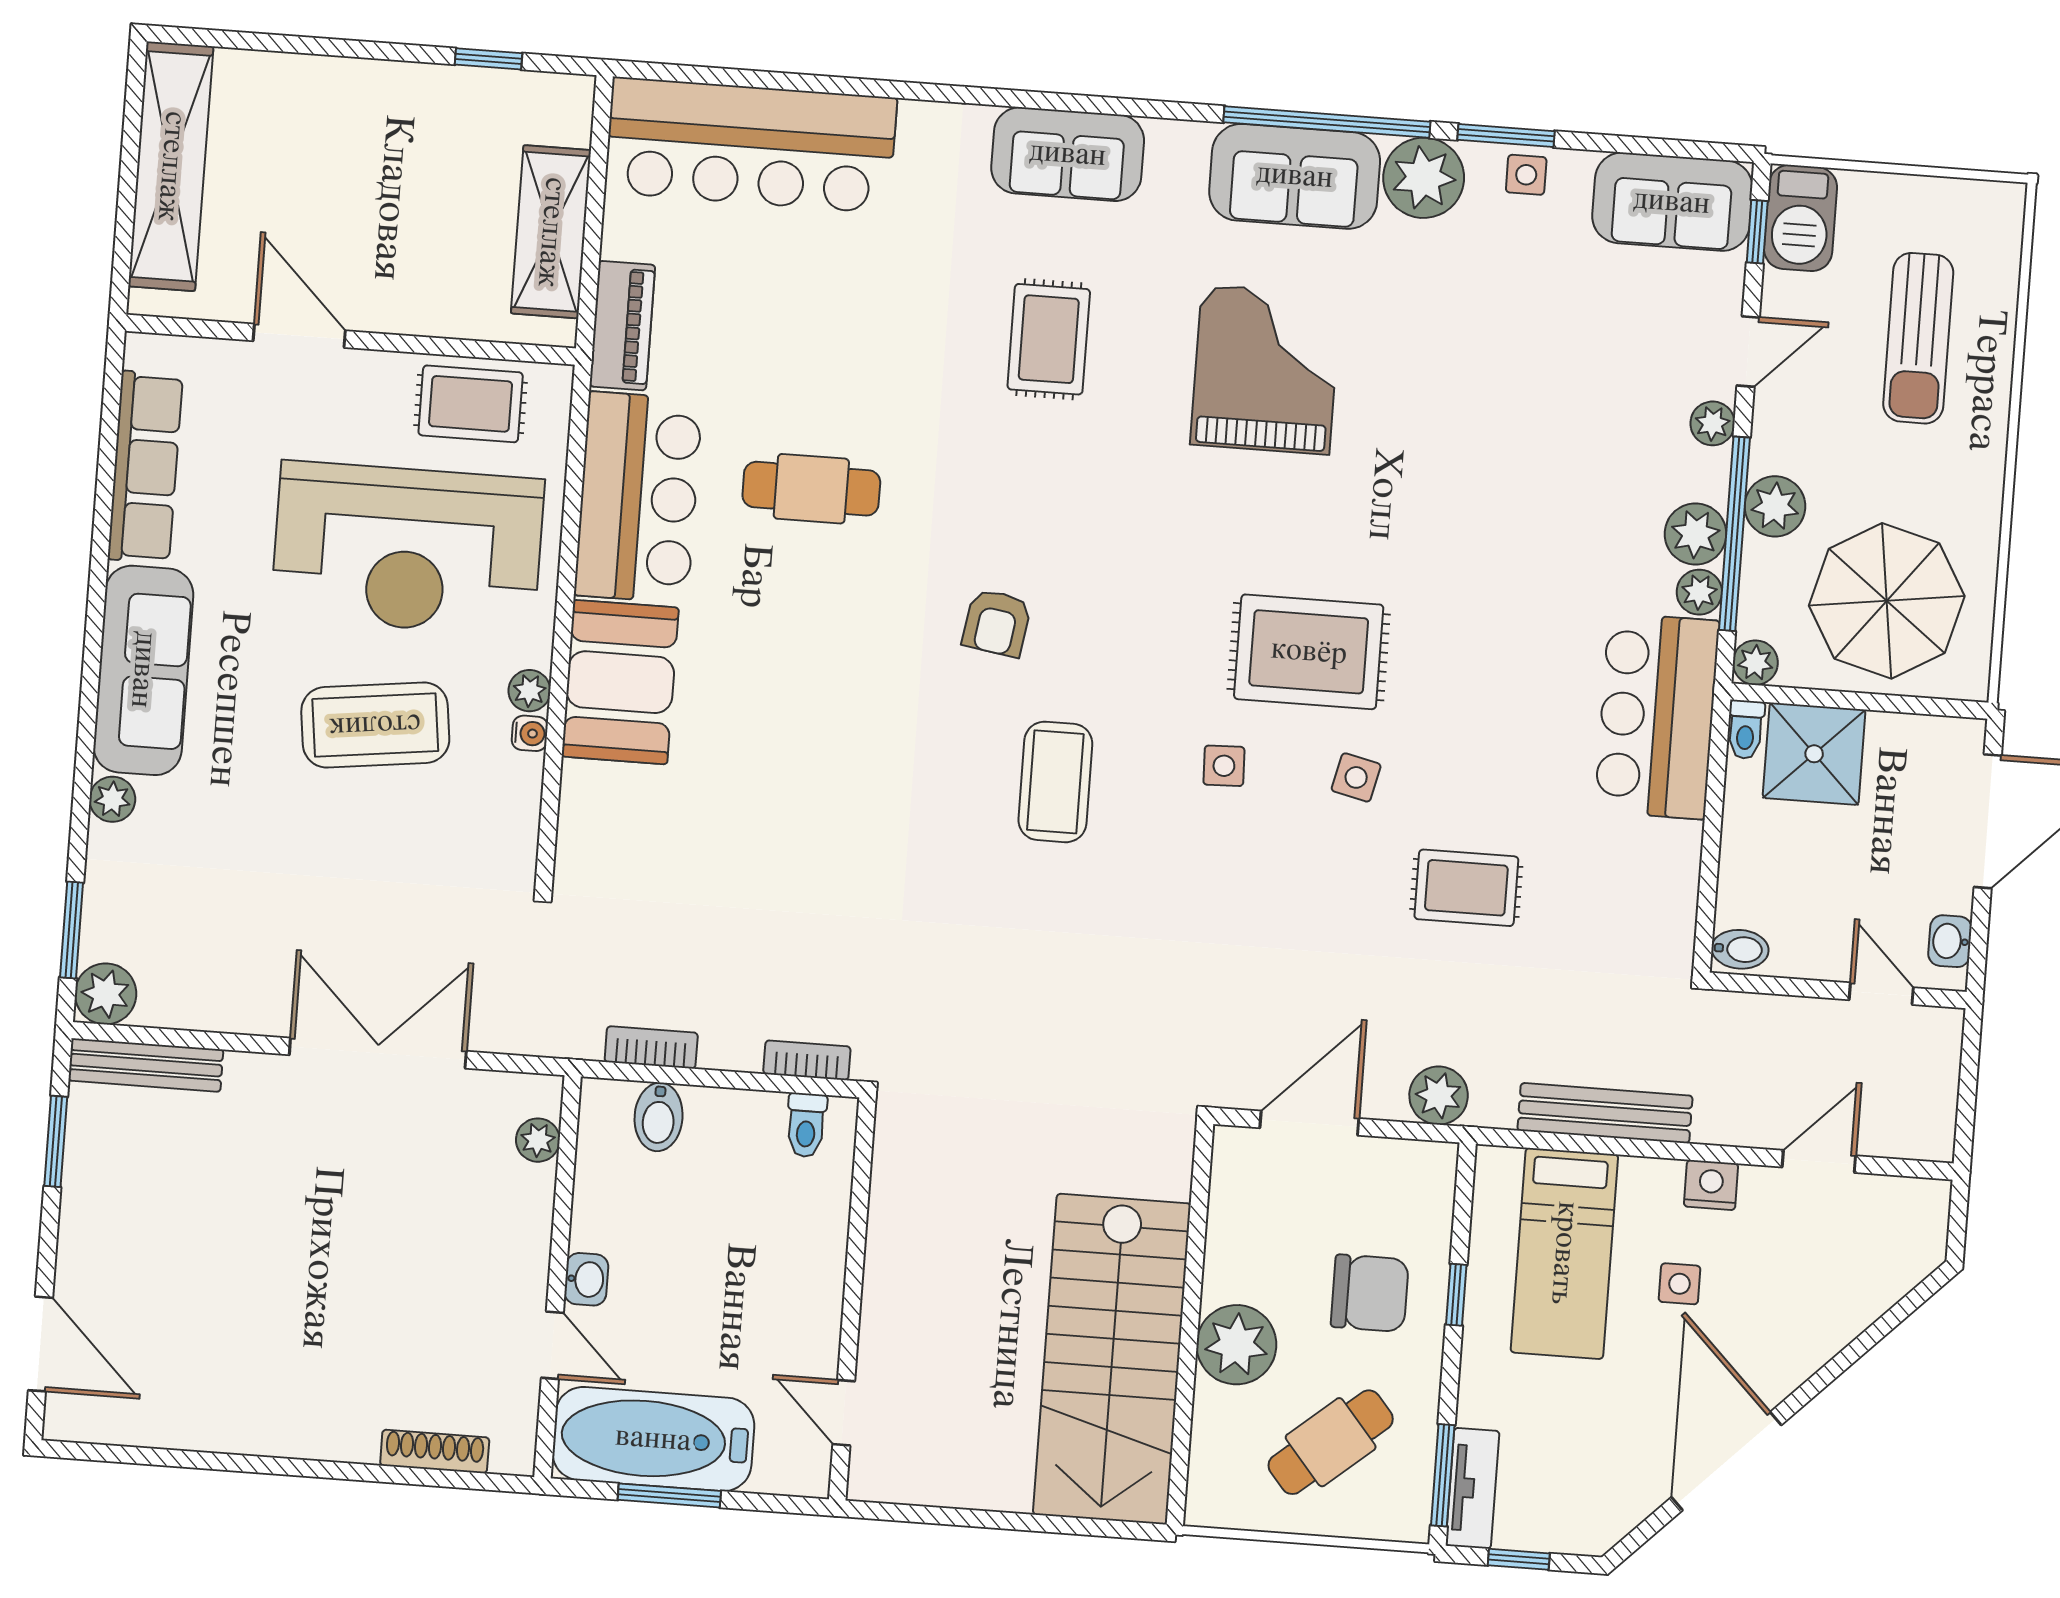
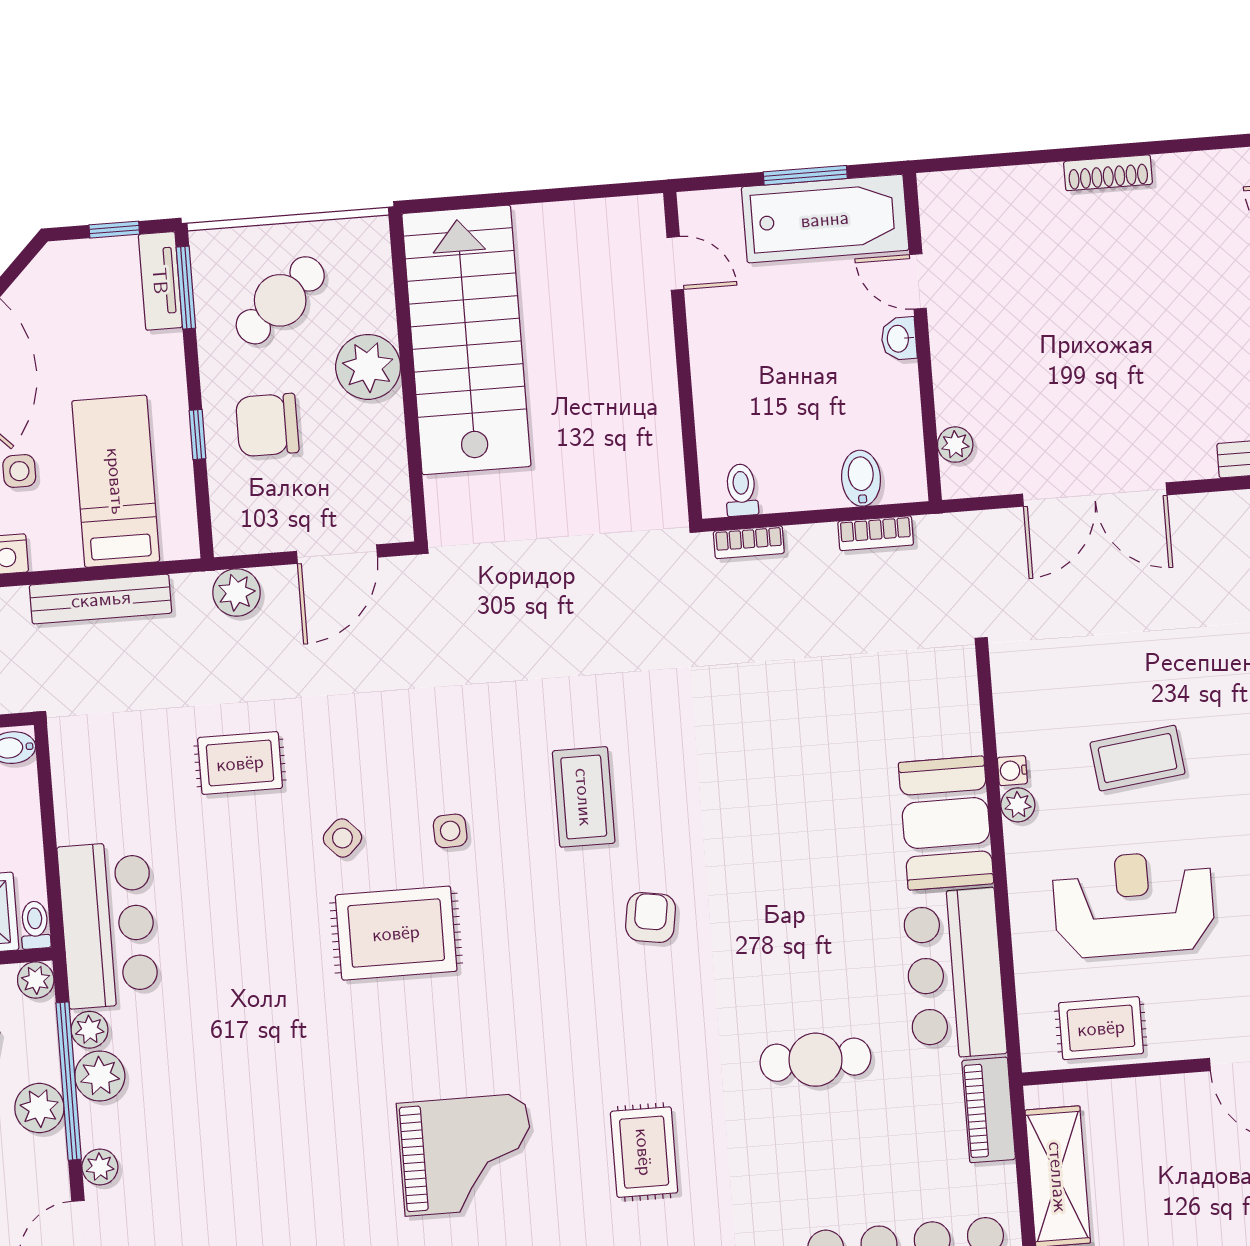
grand piano: (1266, 369) -> (466, 1155), turned -90
cafe table: (811, 489) -> (816, 1060), moved
reception desk: (408, 548) -> (1134, 904), width x0.74, depth x0.77
coffee table: (375, 725) -> (1138, 758), width x0.73, depth x0.76
side table: (1356, 777) -> (342, 838), turned 33
shoe rack: (435, 1451) -> (1108, 173), moved

